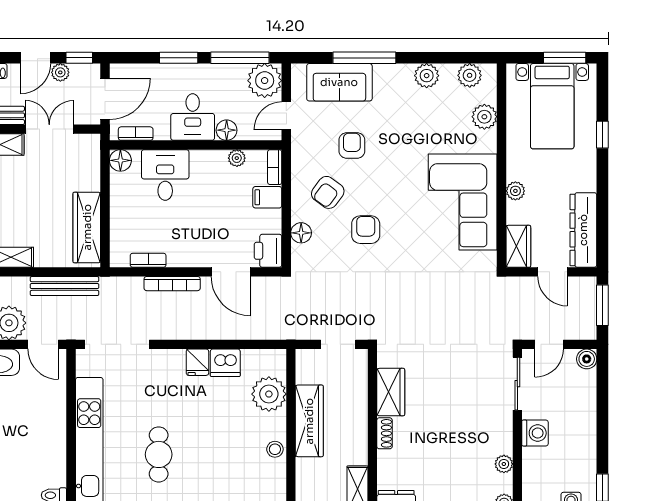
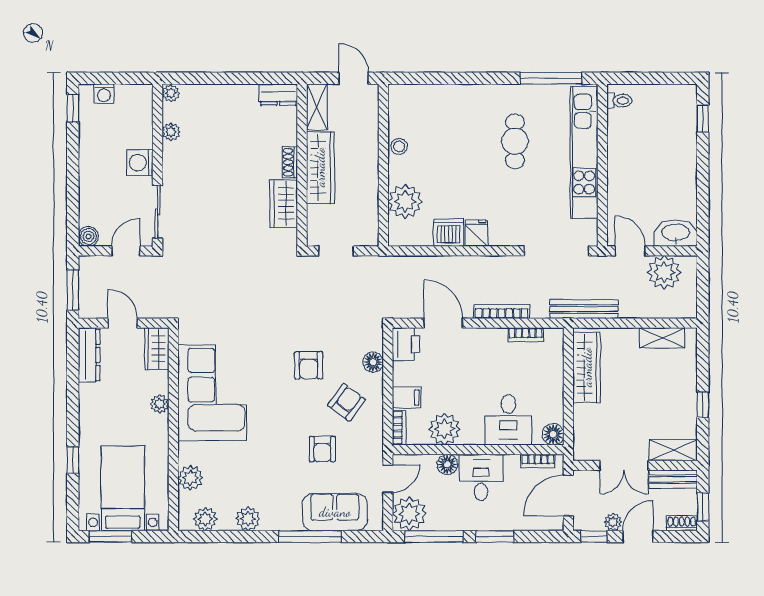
plant: (237, 158) -> (445, 429), width x1.87, depth x1.87
dresser: (583, 230) -> (89, 355), width x0.73, depth x0.80
bench: (65, 286) -> (584, 309), moved
wardrobe: (309, 421) -> (320, 167), moved, turned 180

